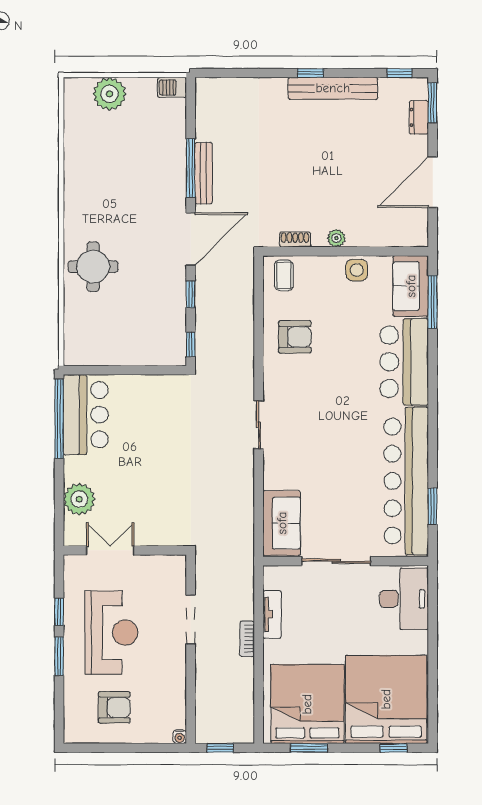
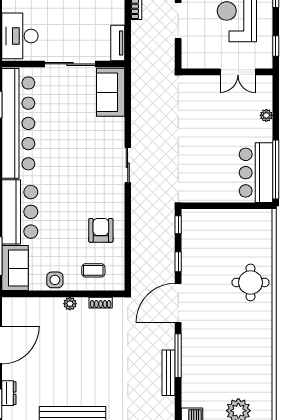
bench: (203, 173) -> (169, 373), moved
coffee table: (284, 275) -> (93, 270), moved, turned 90
armchair: (295, 337) -> (101, 230), turned 90
plant: (79, 499) -> (266, 115), width x0.53, depth x0.53
window: (59, 612) -> (276, 46), moved
tv unit: (272, 614) -> (118, 43), moved

